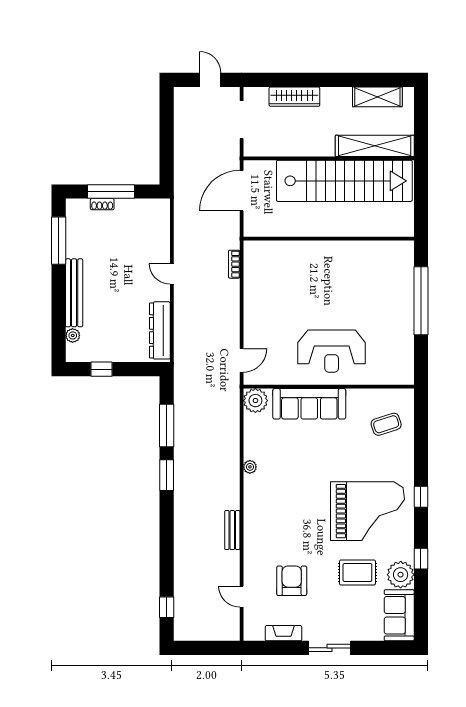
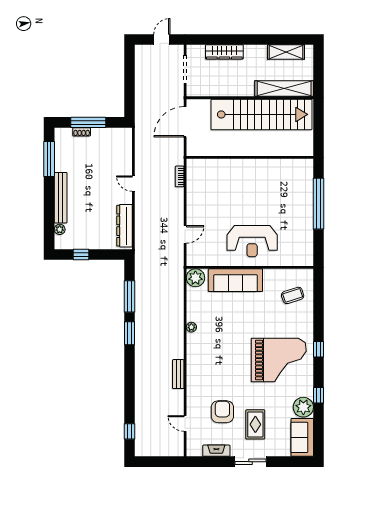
door: (210, 80) -> (162, 40), hinge flipped
door: (242, 360) -> (185, 234), moved
rug: (357, 572) -> (255, 424), moved, turned 90

